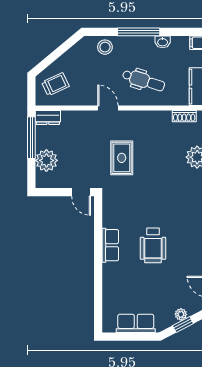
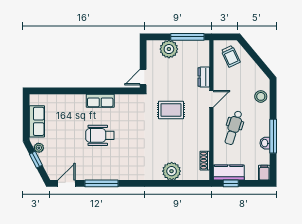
window: (139, 32) -> (273, 136), moved
dresser: (48, 117) -> (204, 77), moved
plant: (181, 314) -> (39, 148), moved

